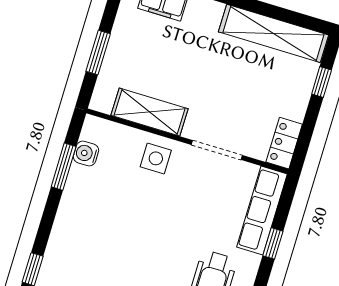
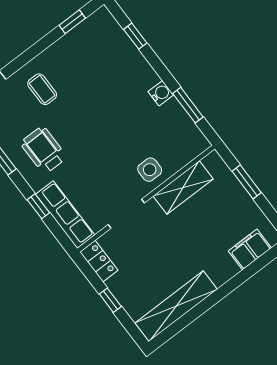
window: (322, 82) -> (110, 300), moved
water cooler: (86, 153) -> (161, 93), moved

